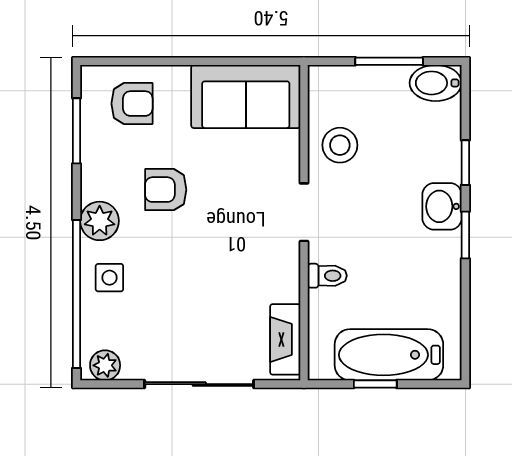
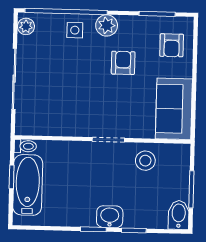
toilet: (327, 276) -> (25, 146), moved, turned -90
fireplace: (285, 339) -> (38, 127), removed

